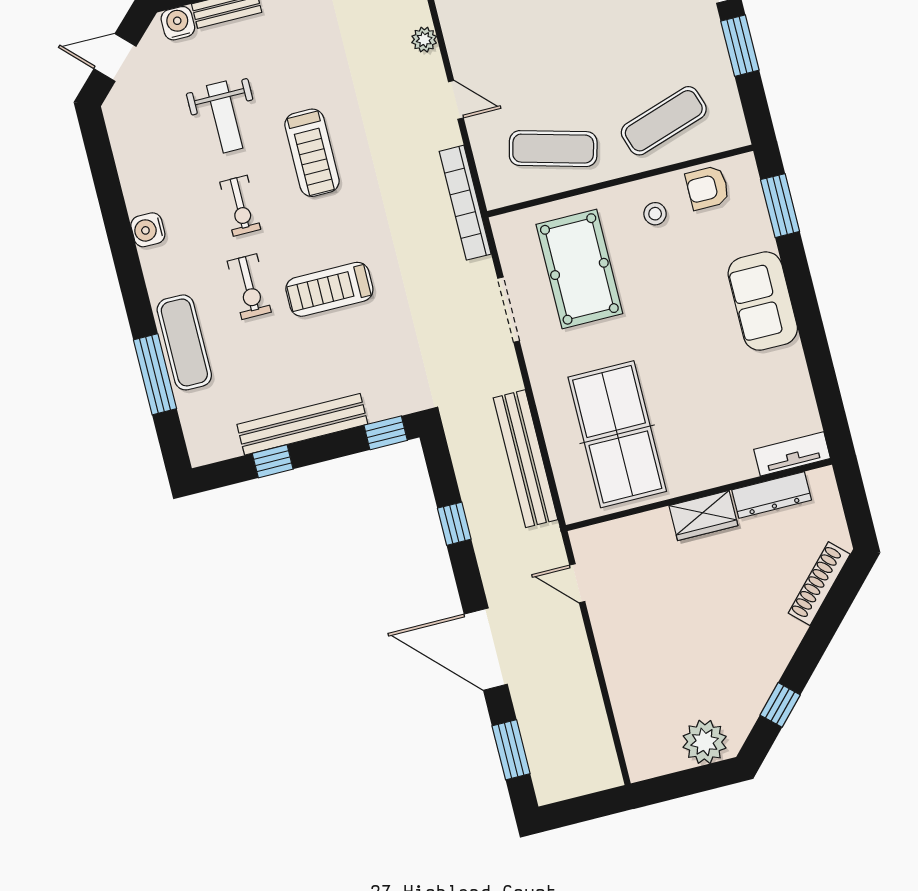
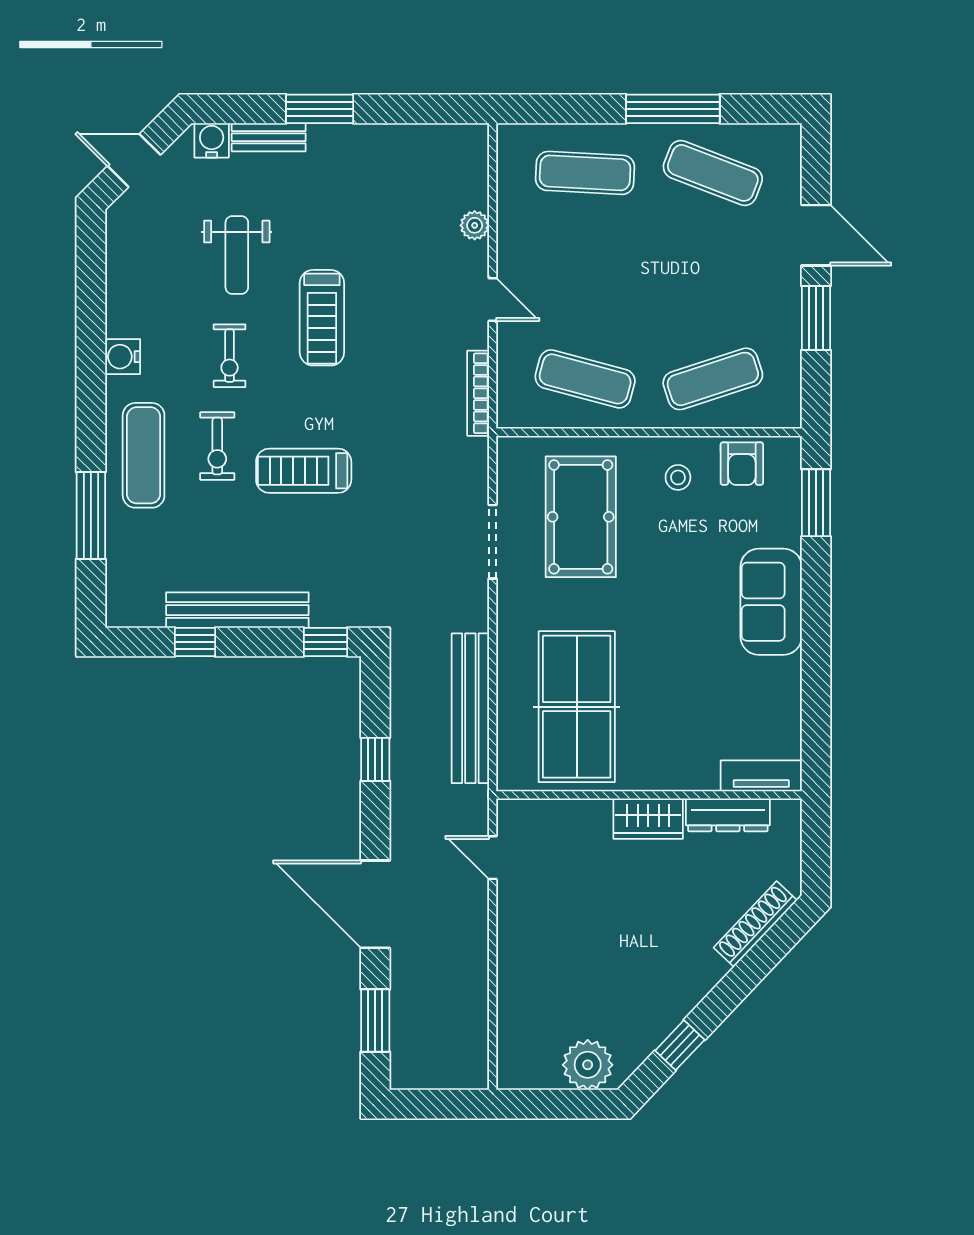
armchair: (707, 188) -> (742, 464), turned -90
bookcase: (465, 203) -> (478, 393), width x0.68, depth x0.76
exercise mat: (184, 342) -> (144, 455), moved

